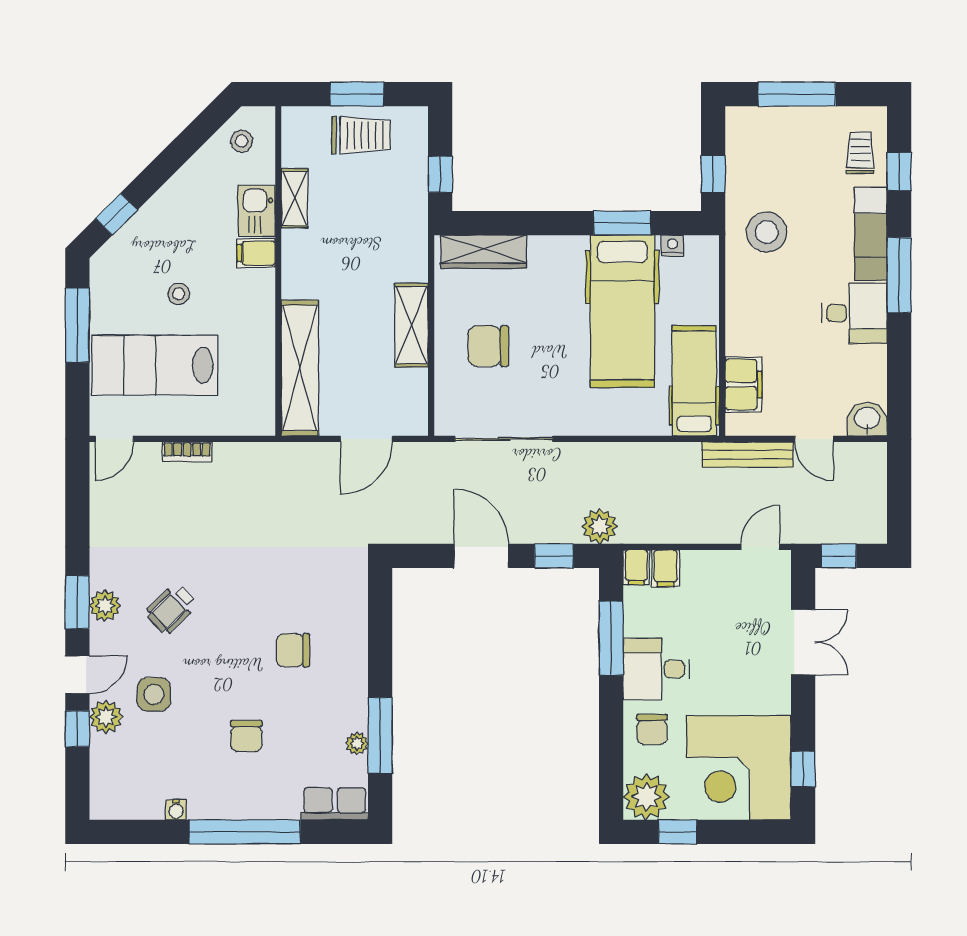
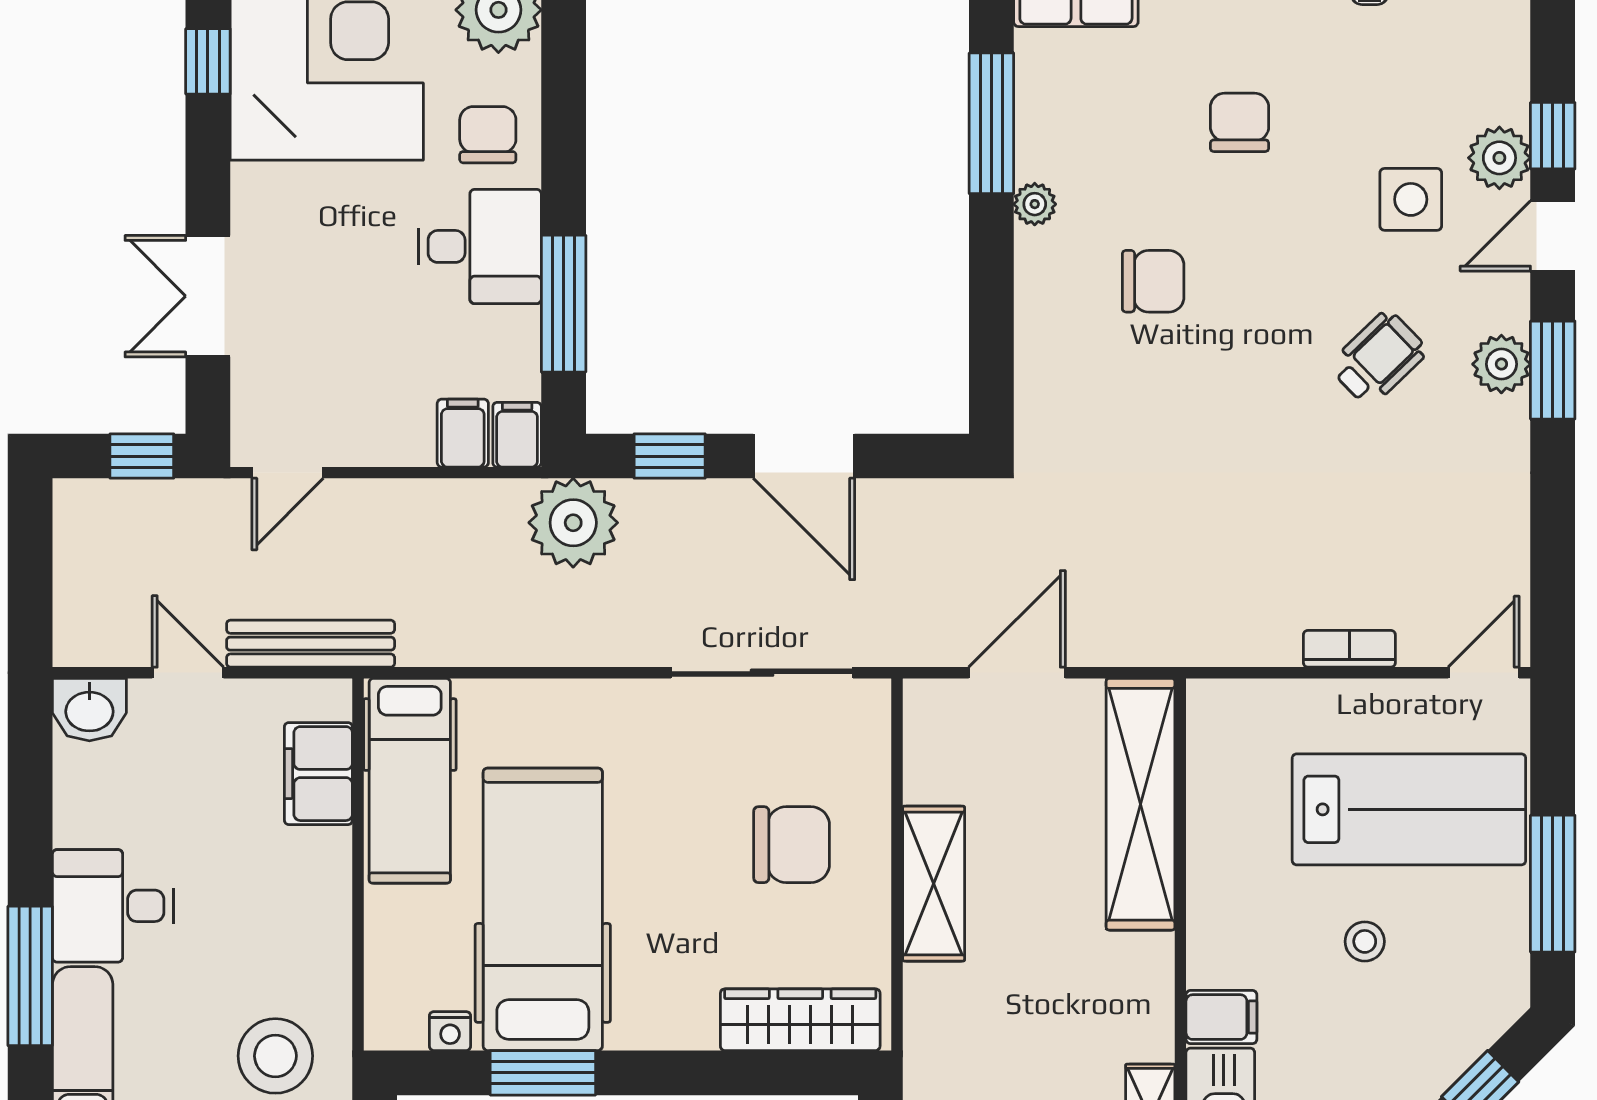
plant: (600, 526) -> (573, 523), width x1.36, depth x1.36
plant: (357, 743) -> (1035, 204), moved

